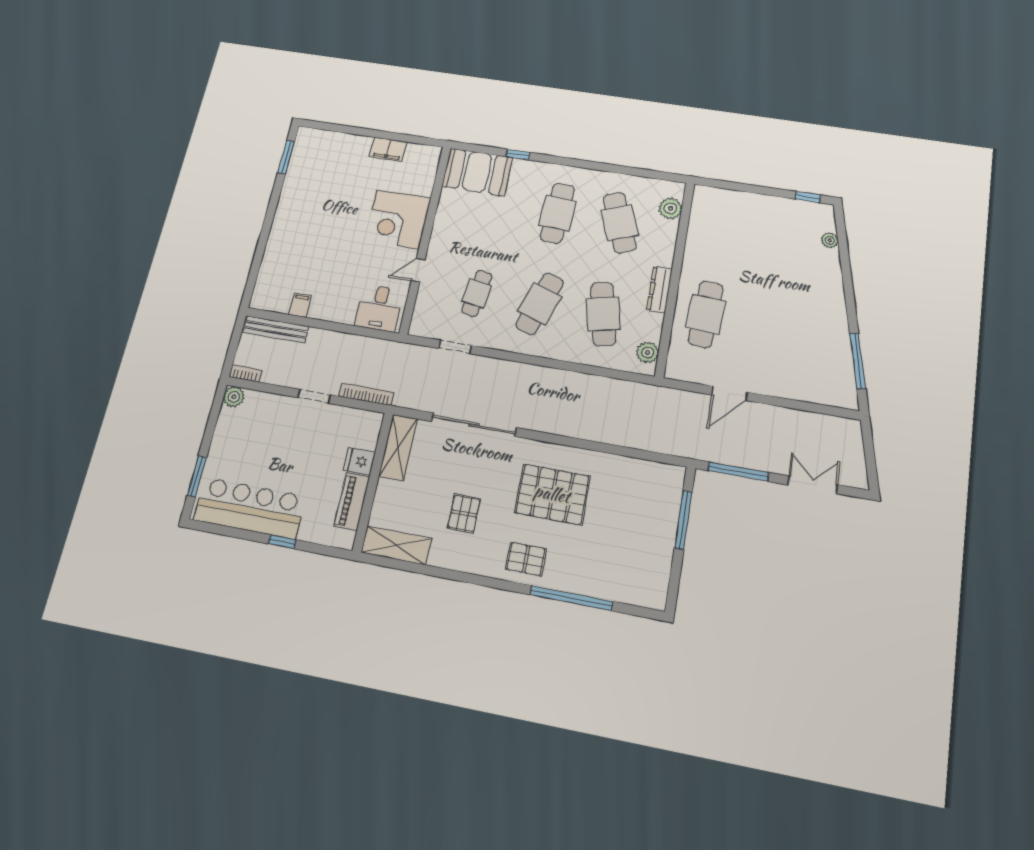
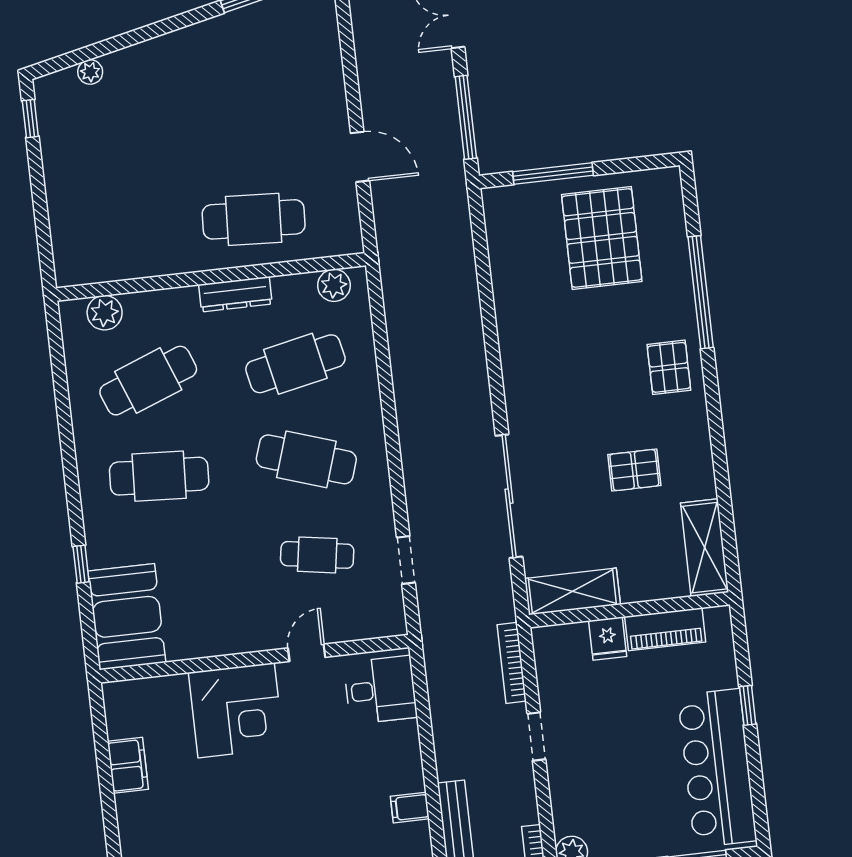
door: (418, 270) -> (307, 653), swing flipped
pallet: (552, 494) -> (602, 238), moved

